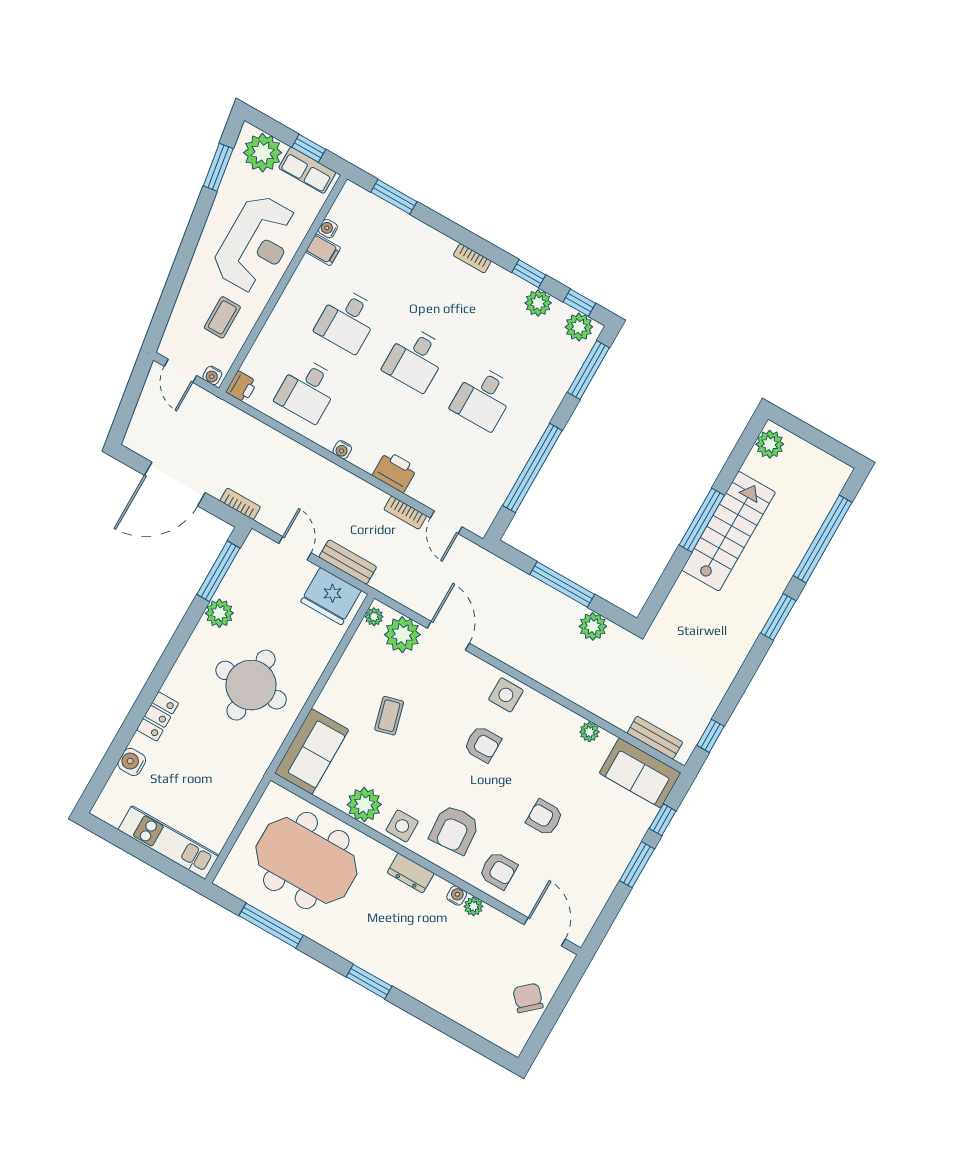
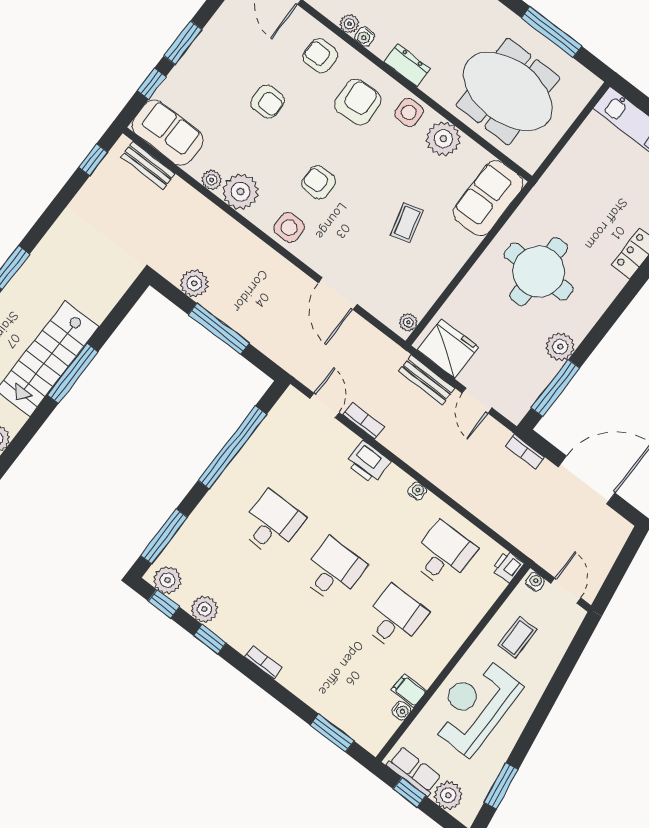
plant: (263, 153) -> (448, 795), width x0.73, depth x0.73
plant: (402, 635) -> (240, 192), moved

